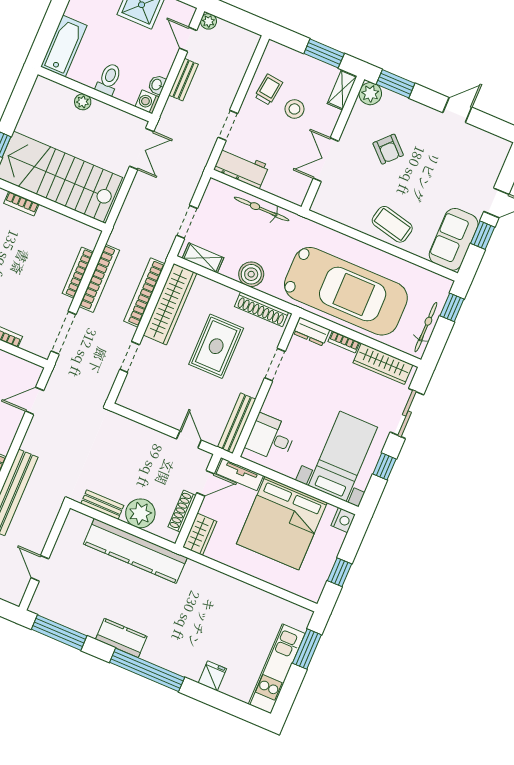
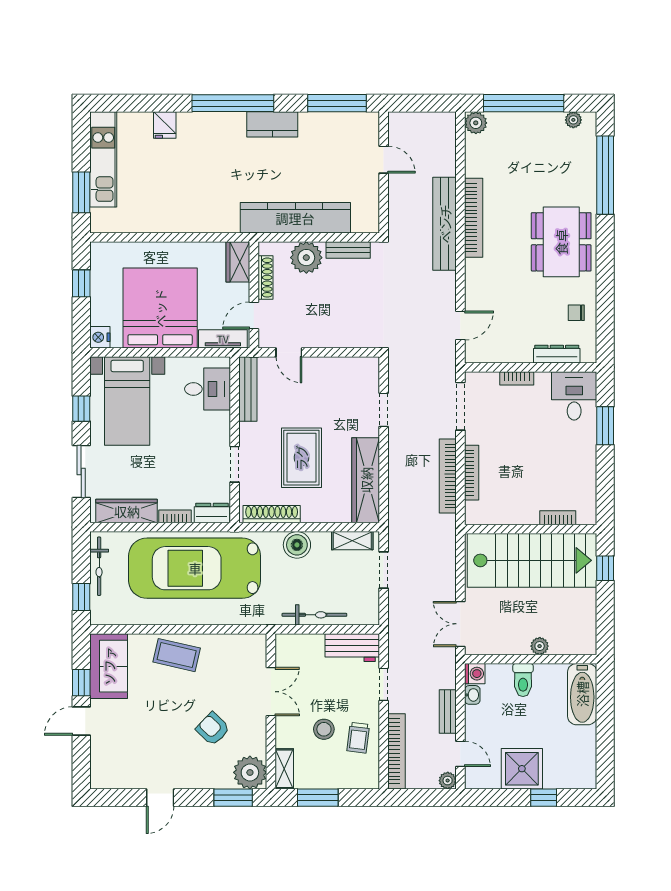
plant: (370, 94) -> (250, 772), width x1.36, depth x1.36
bookcase: (144, 292) -> (397, 751), moved

